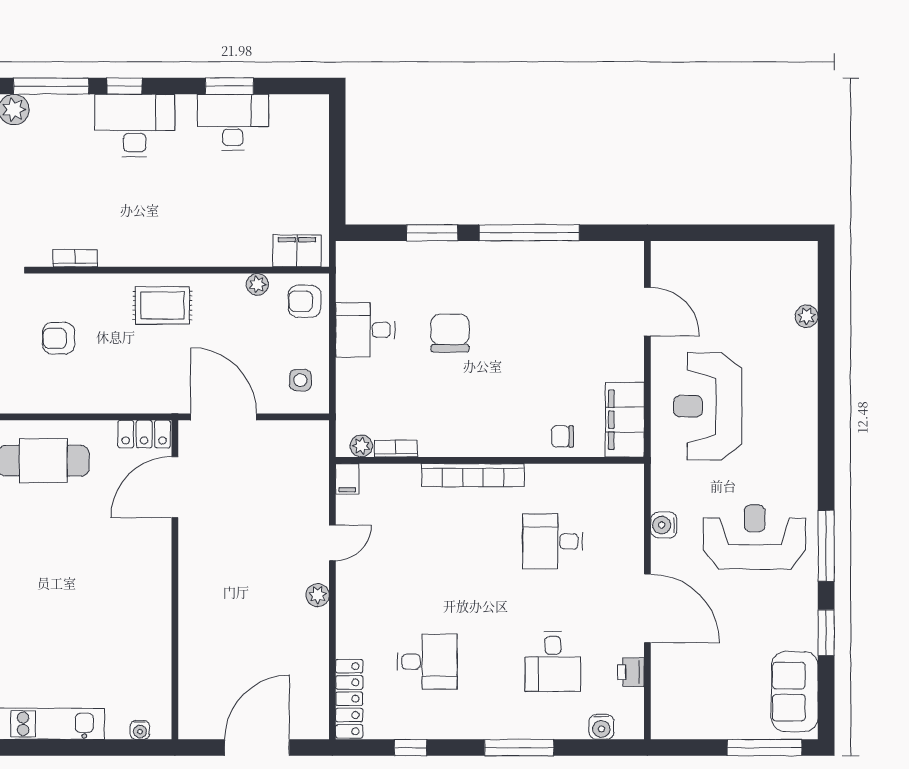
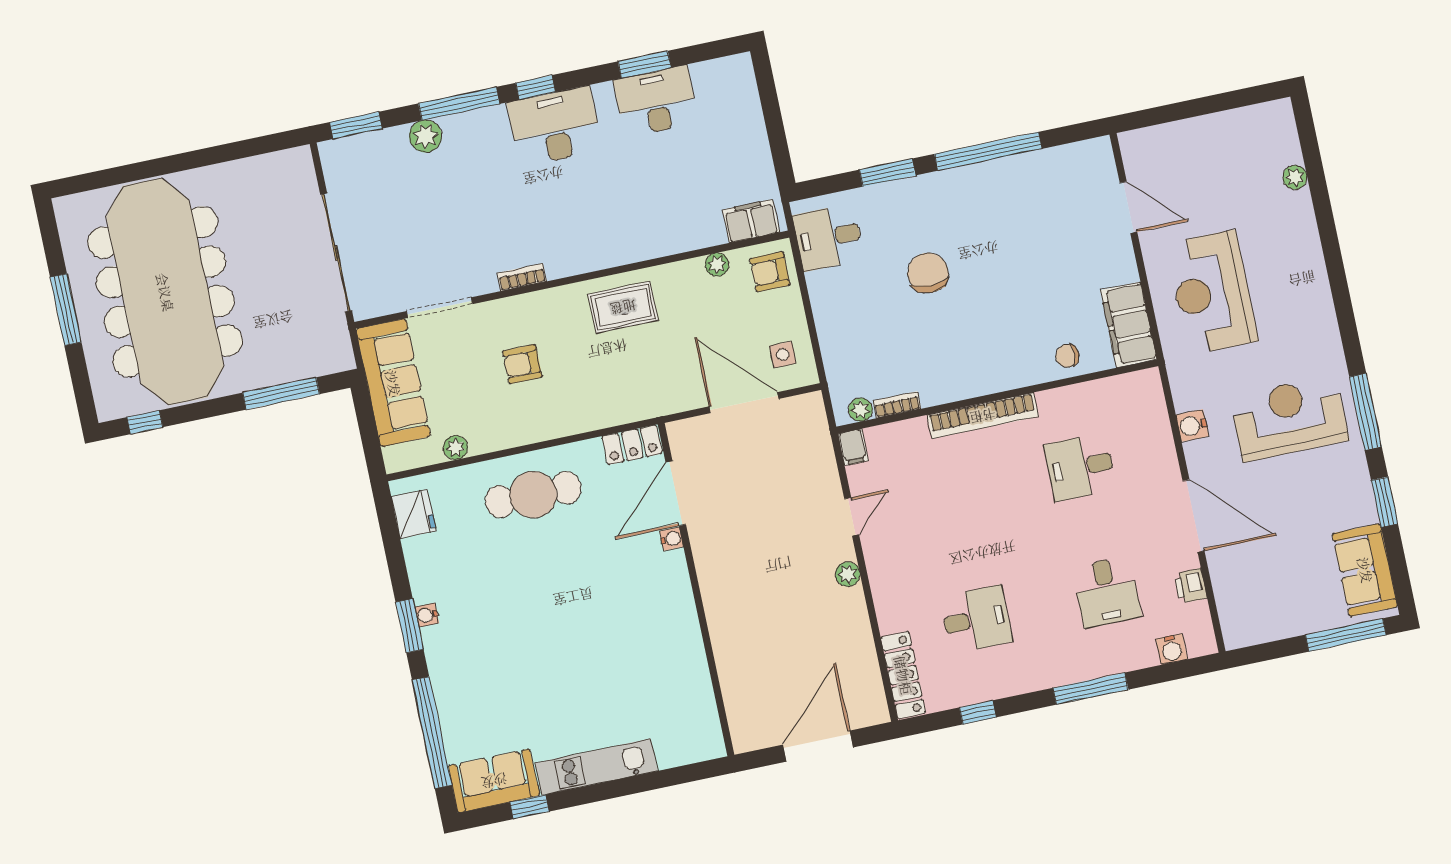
desk: (365, 330) -> (828, 237), moved
door: (224, 417) -> (744, 403), moved
water cooler: (140, 730) -> (672, 539), moved, turned -90

